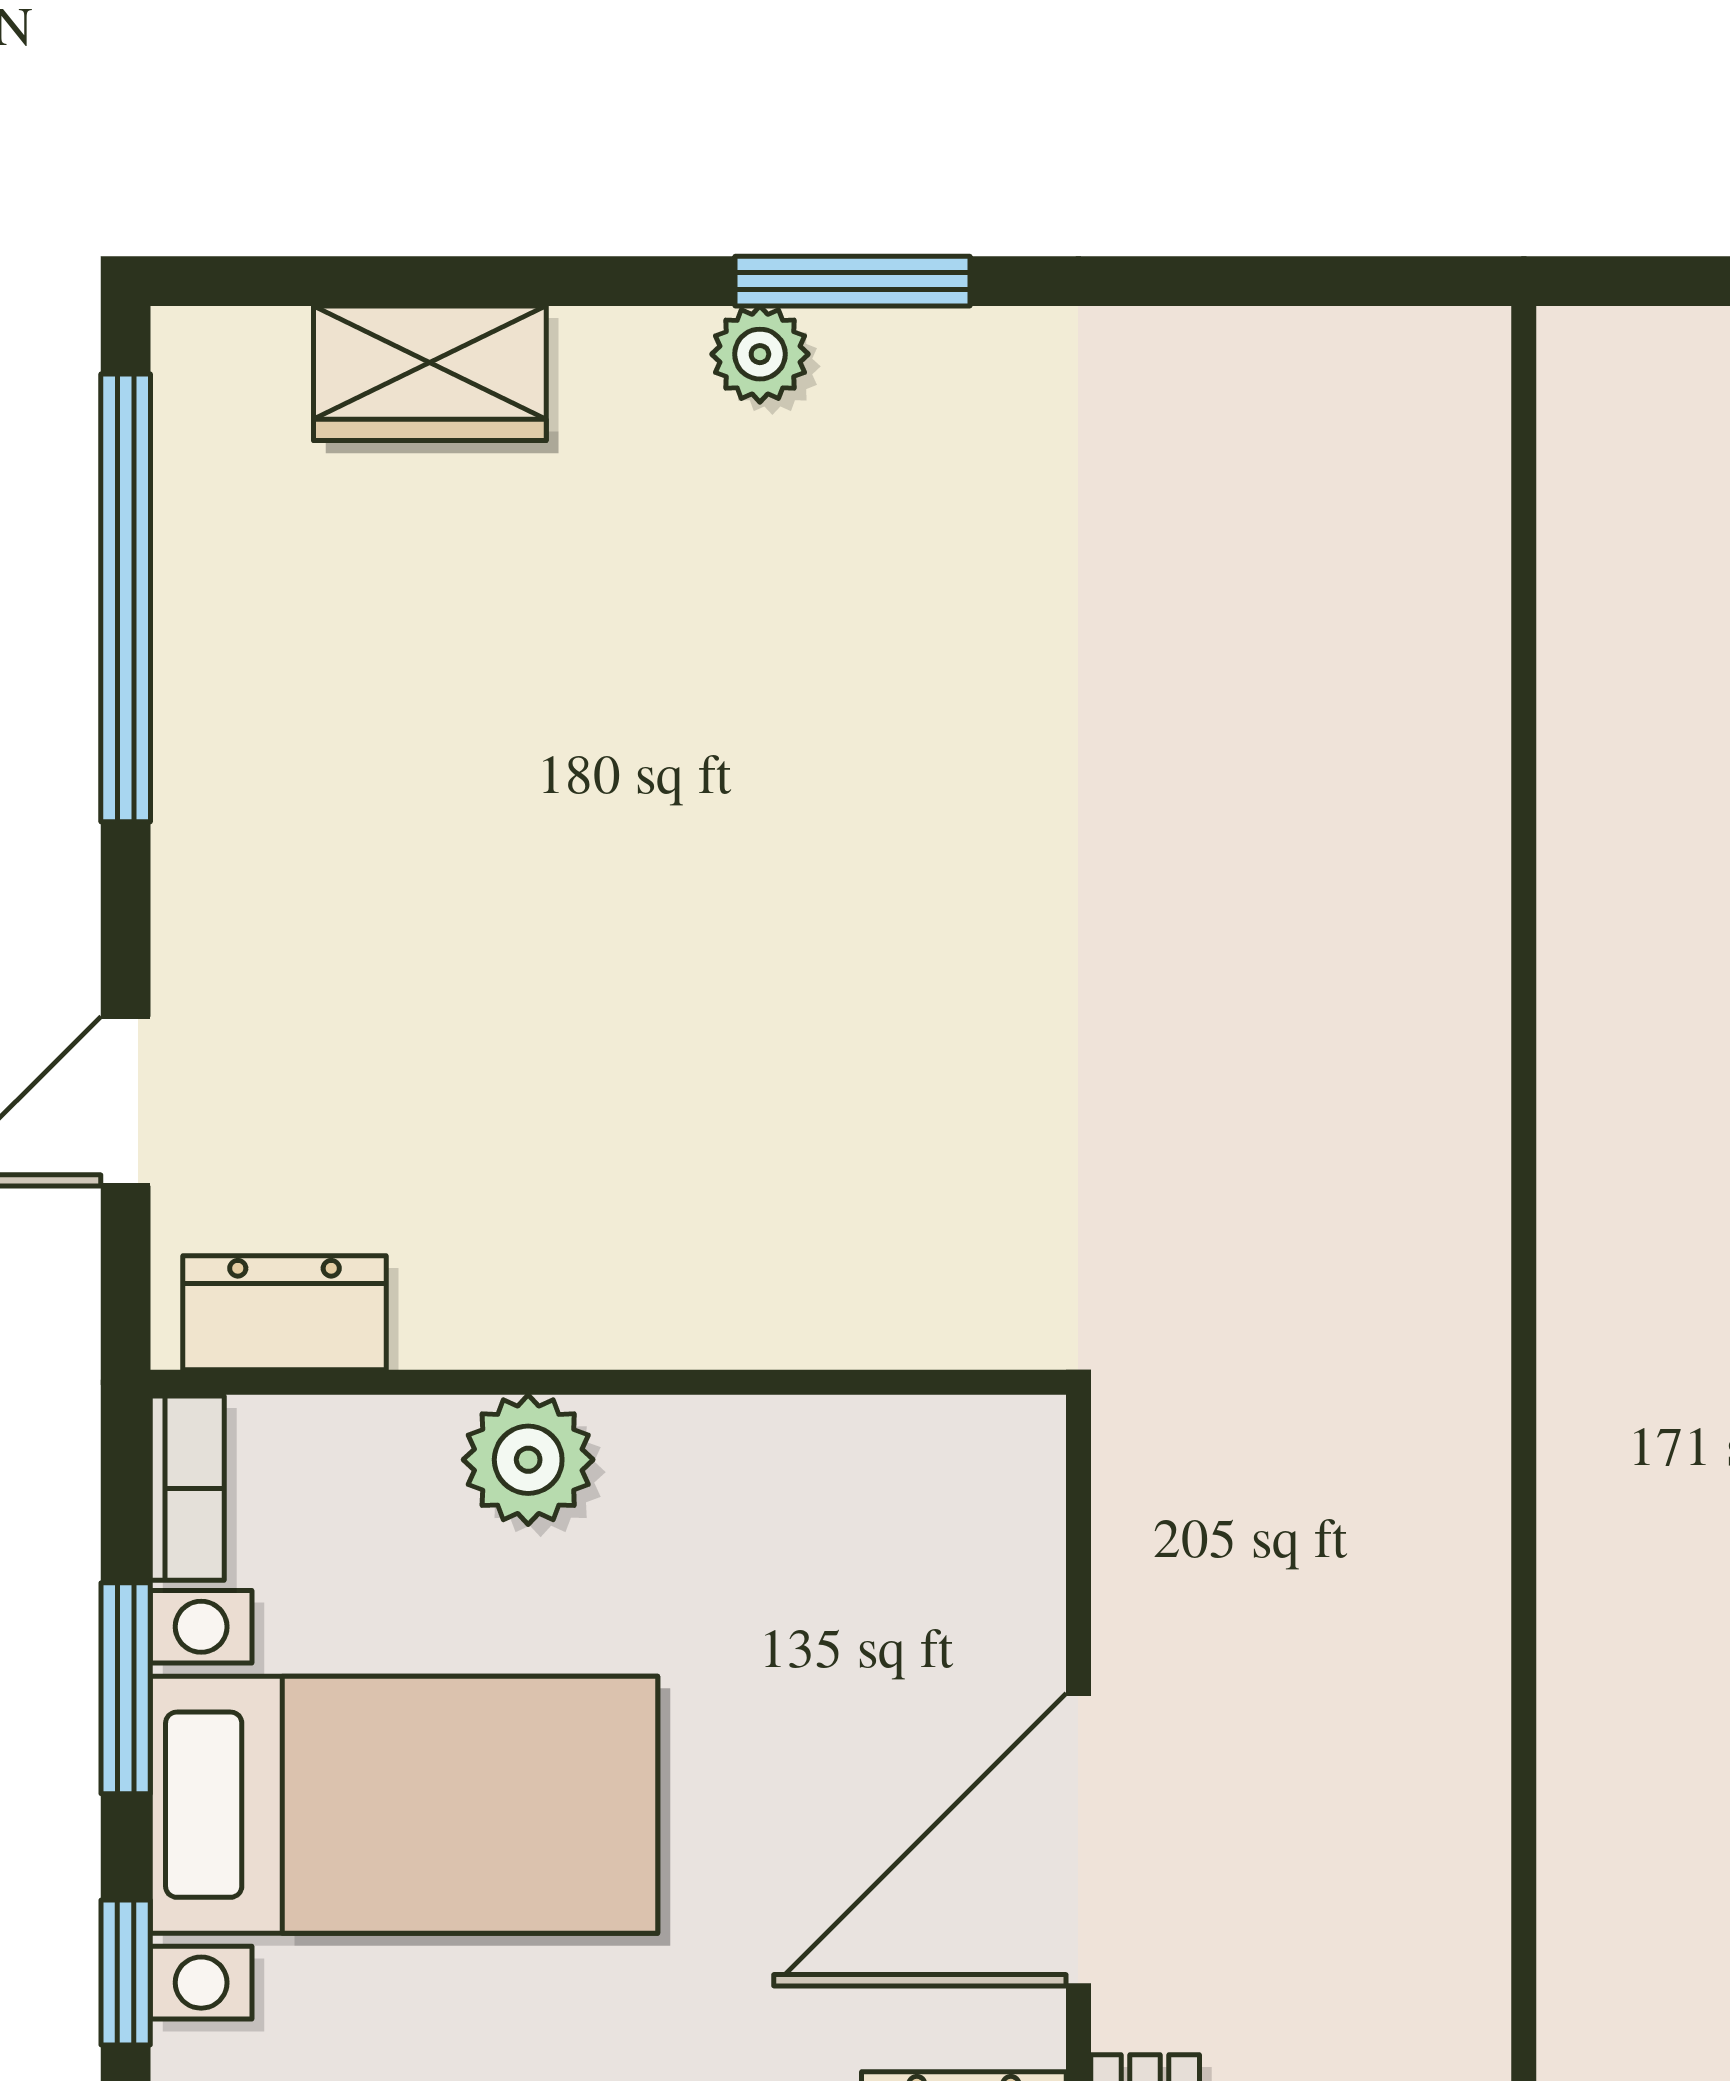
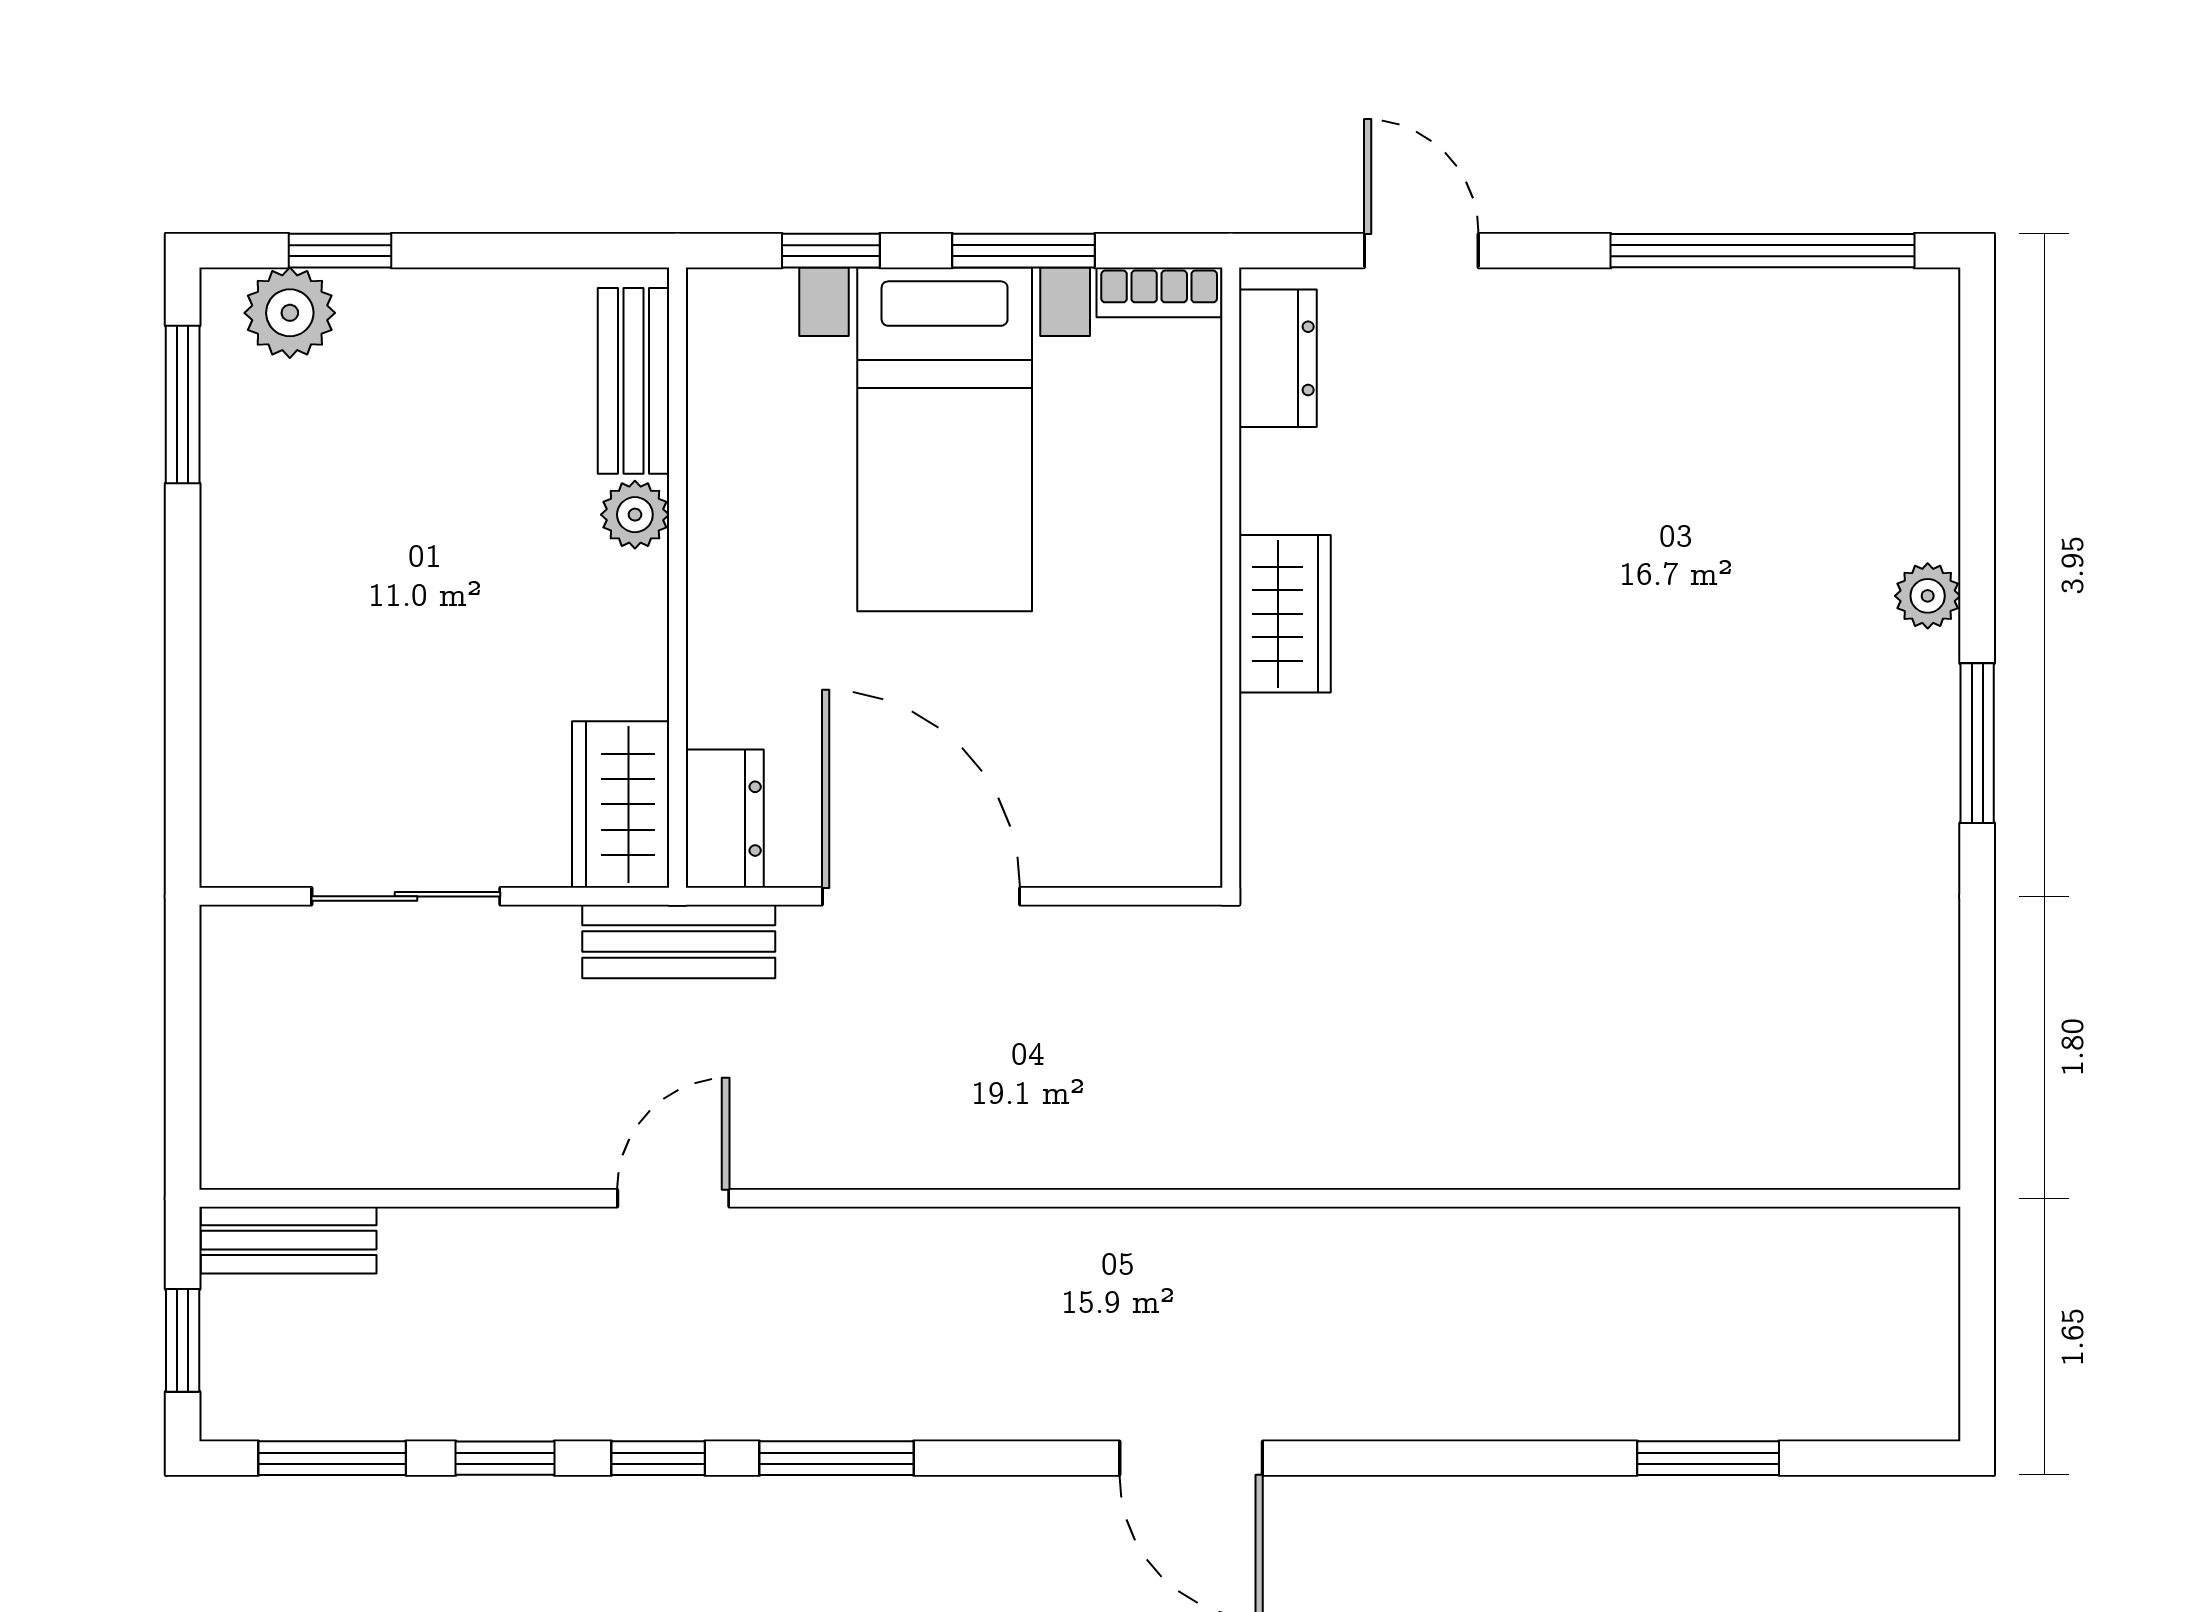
plant: (760, 354) -> (1928, 596), moved
wardrobe: (430, 373) -> (1285, 614), moved, turned 180
plant: (528, 1460) -> (1178, 523), removed

